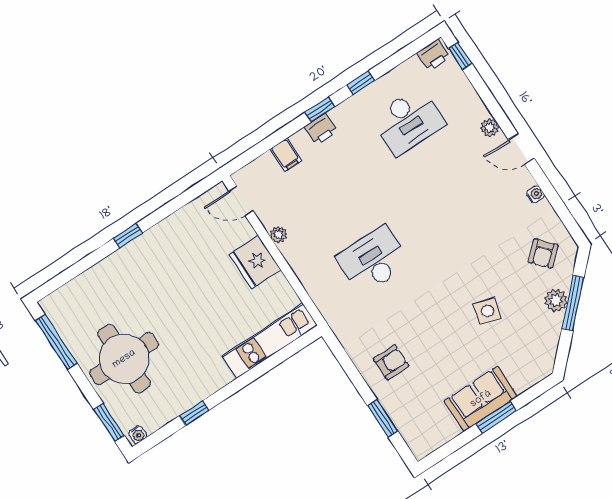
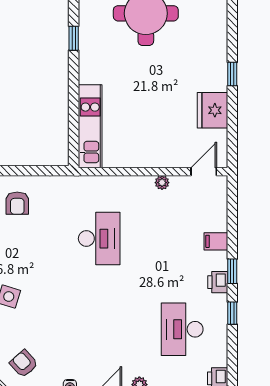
printer: (321, 129) -> (218, 282), moved
filing cabinet: (286, 155) -> (216, 241), moved
fridge: (255, 262) -> (212, 110), moved, turned -90

